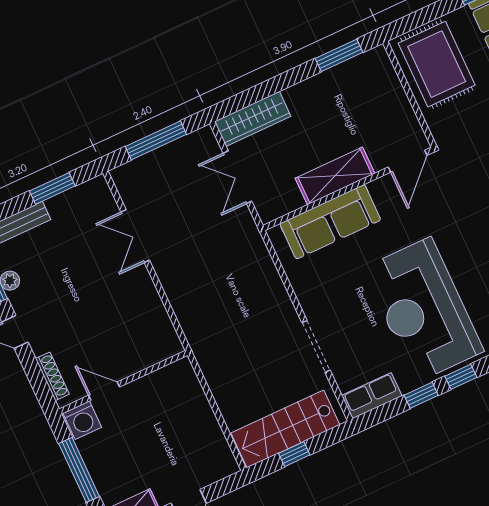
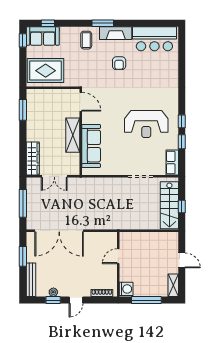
double door: (135, 236) -> (59, 231), width x1.87
reception desk: (423, 310) -> (146, 124), width x0.74, depth x0.77
door: (104, 391) -> (118, 256), moved

